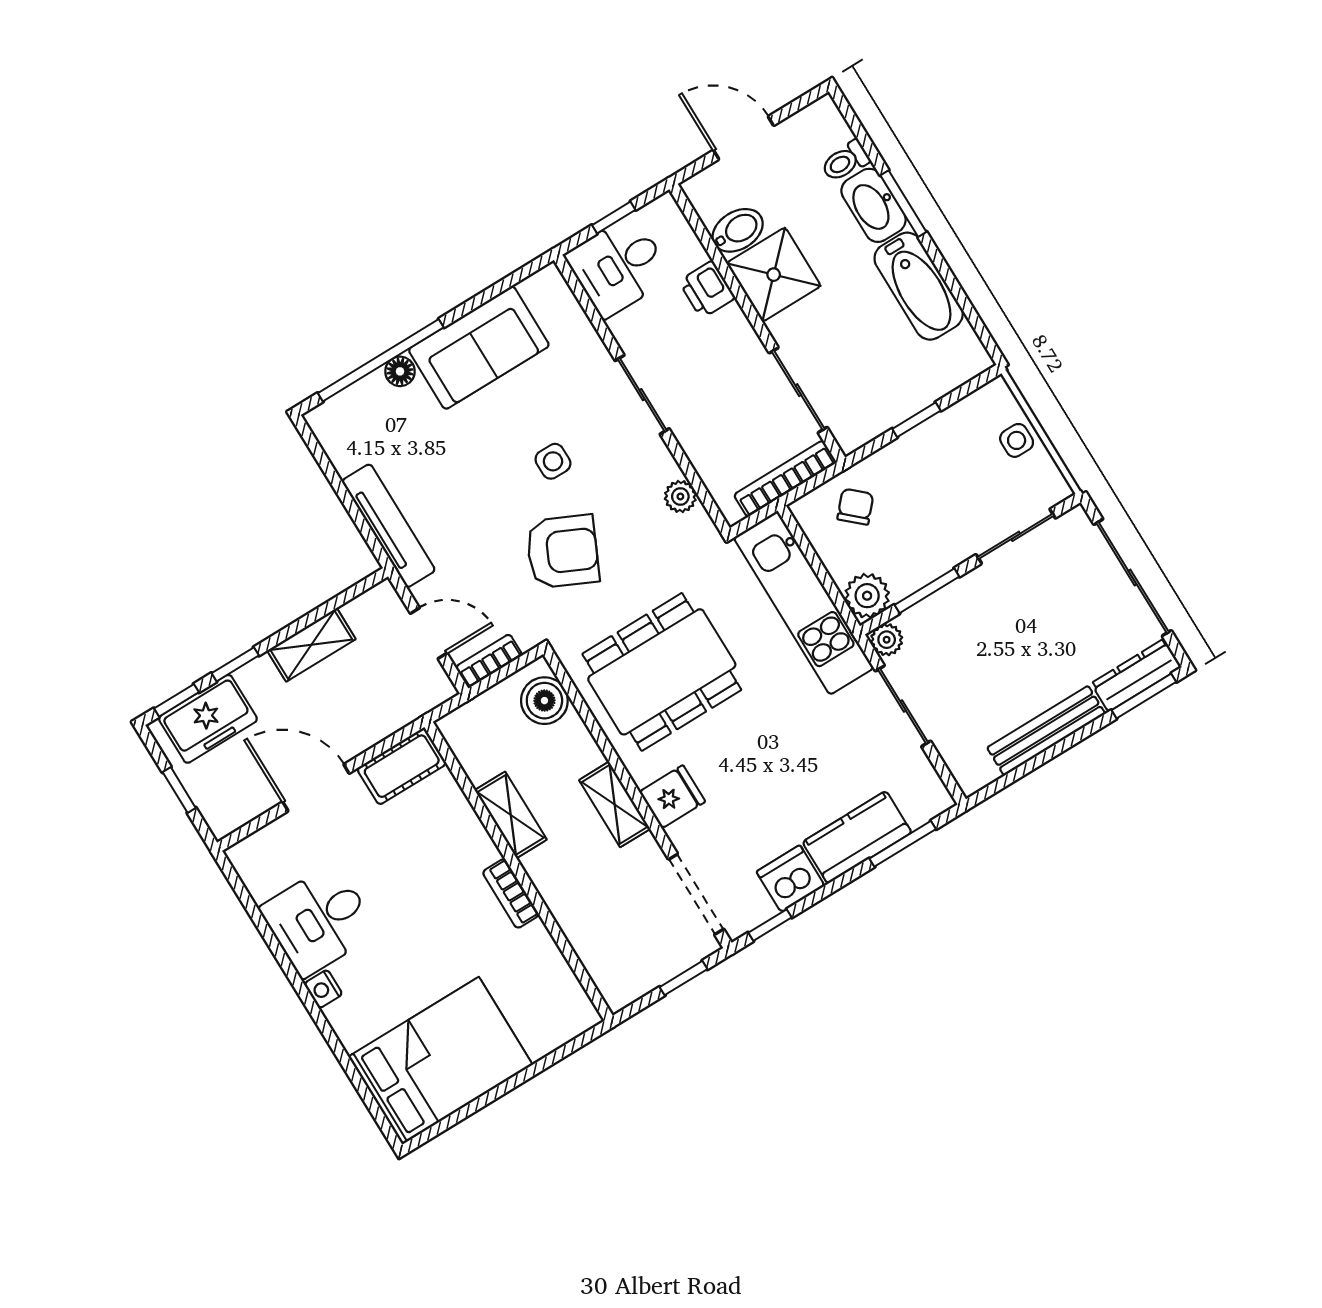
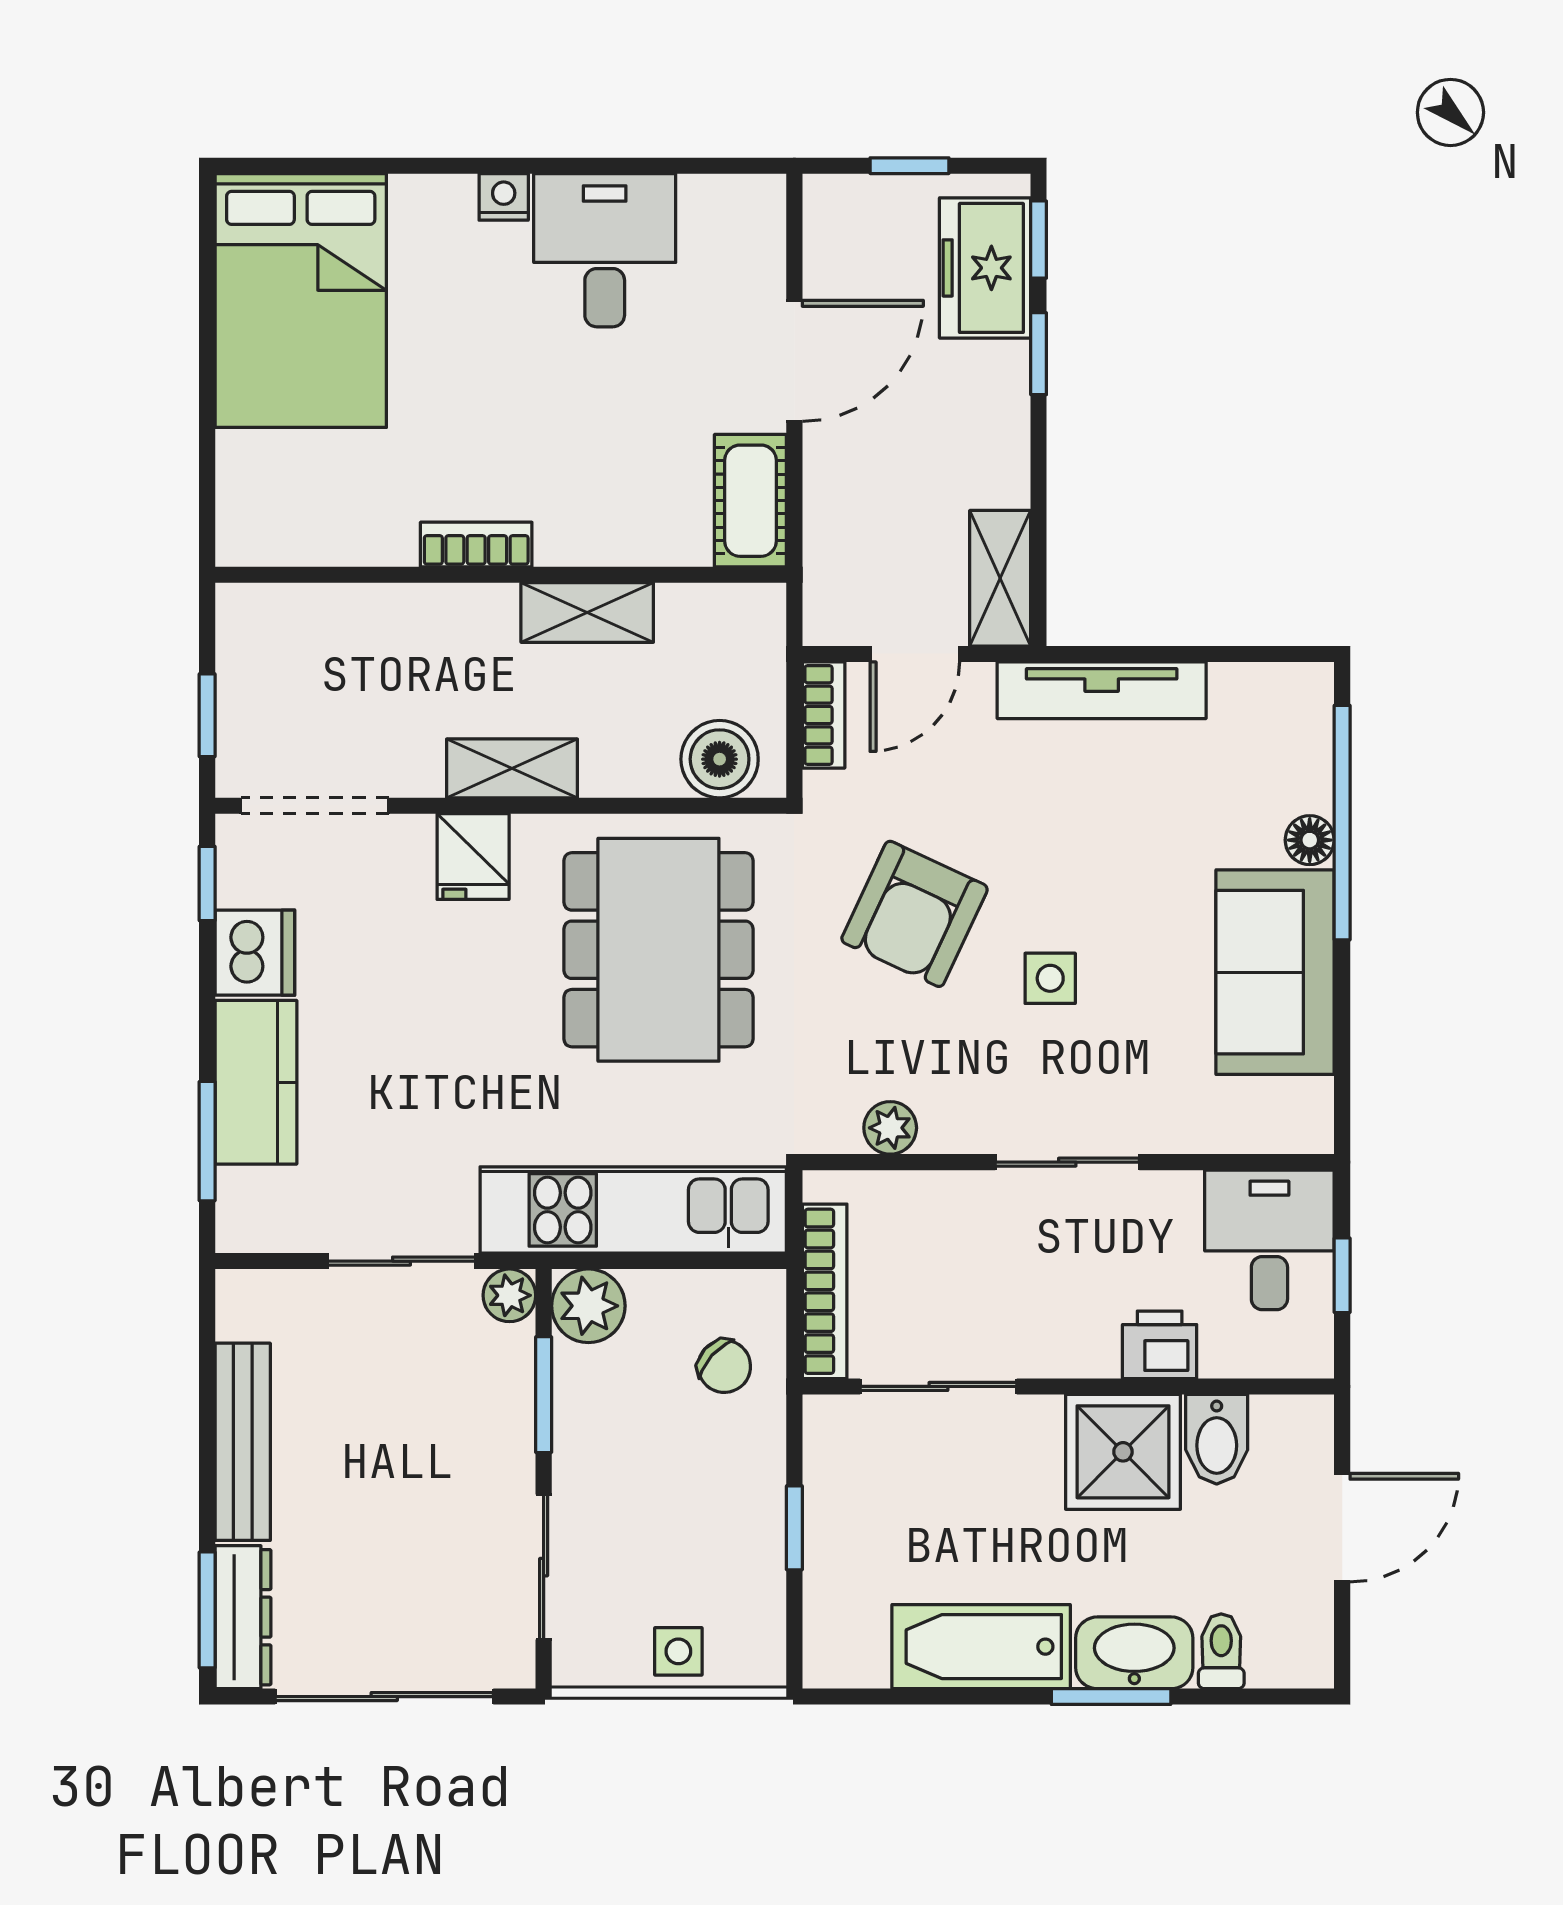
shelving: (311, 645) -> (1000, 578), moved

